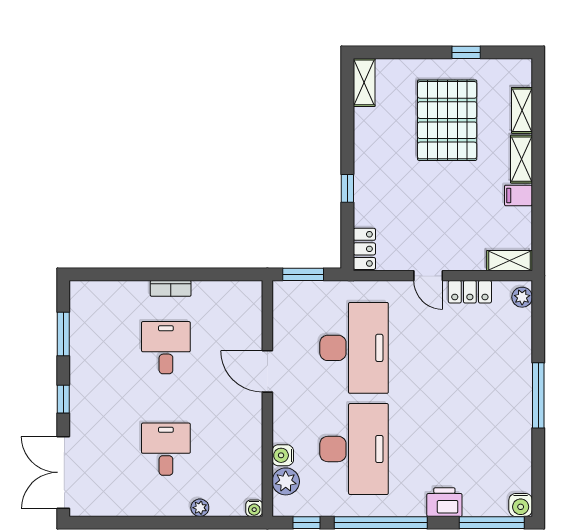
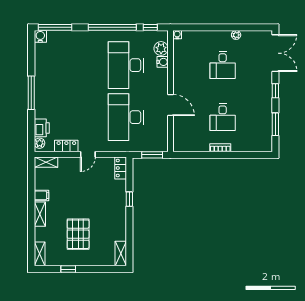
shelving: (522, 110) -> (40, 254), moved
pallet: (447, 120) -> (78, 234), width x0.73, depth x0.71
door: (428, 276) -> (88, 154), swing flipped
printer: (444, 502) -> (42, 128), moved, turned -90
plant: (200, 508) -> (236, 35), moved

